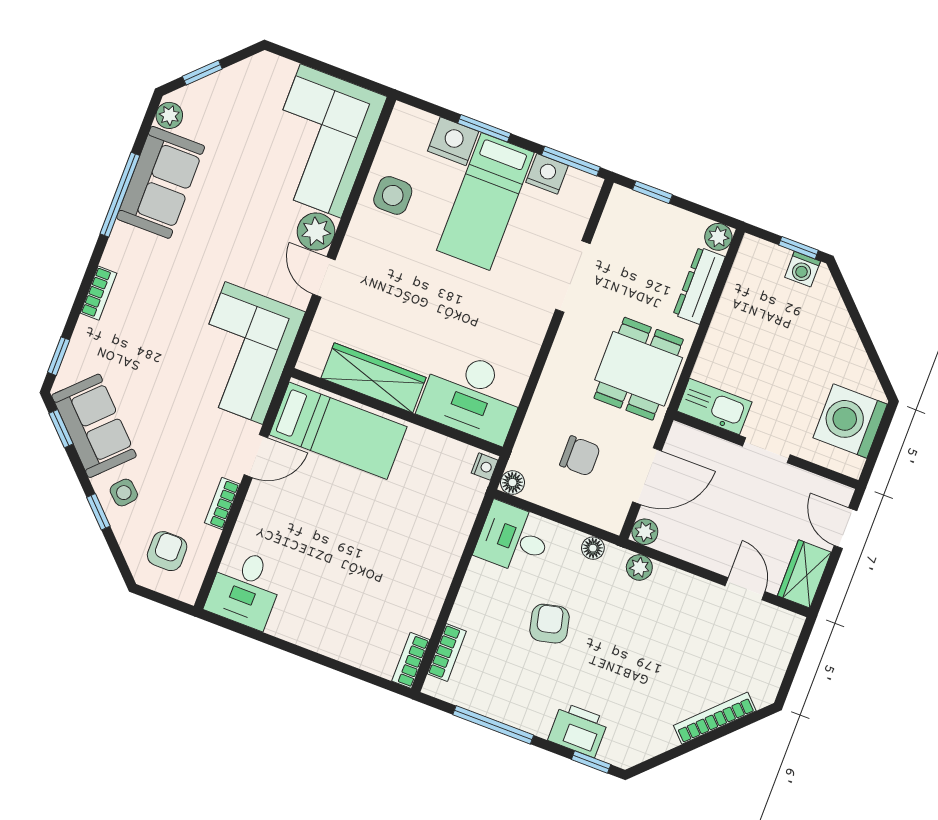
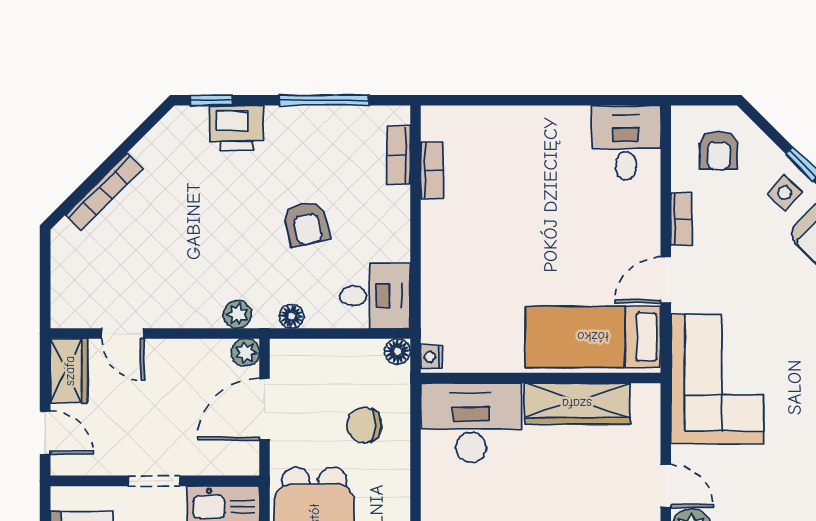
chair: (580, 456) -> (364, 425), moved
bookcase: (411, 660) -> (432, 170), moved

